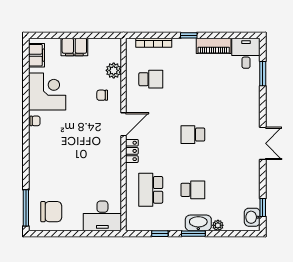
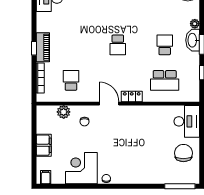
piano: (214, 46) -> (43, 47), moved
filing cabinet: (37, 55) -> (46, 177), width x0.50
chair: (51, 212) -> (183, 153), moved

